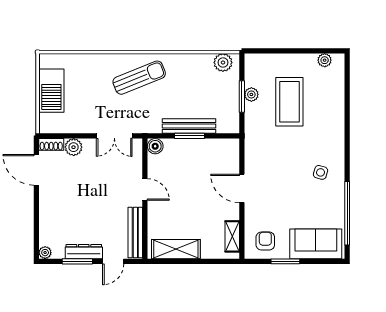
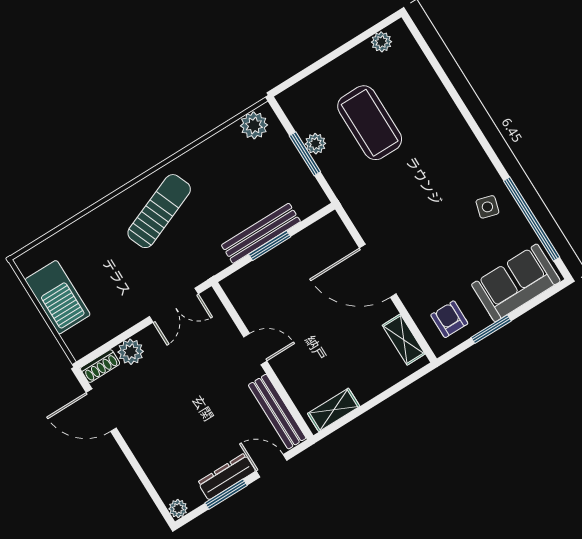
boiler: (155, 146) -> (234, 286), removed
side table: (321, 172) -> (487, 207), moved
door: (242, 188) -> (378, 271), width x1.36
shelving: (176, 249) -> (334, 410), width x0.67, depth x0.75
door: (113, 261) -> (272, 466), swing flipped

